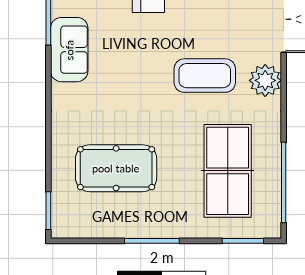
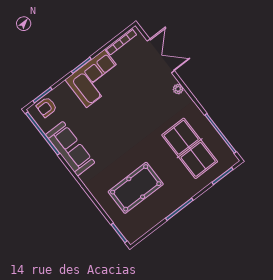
sofa: (69, 50) -> (70, 149), width x1.36
coffee table: (205, 76) -> (144, 111), removed
plant: (265, 80) -> (178, 89), width x0.53, depth x0.53

